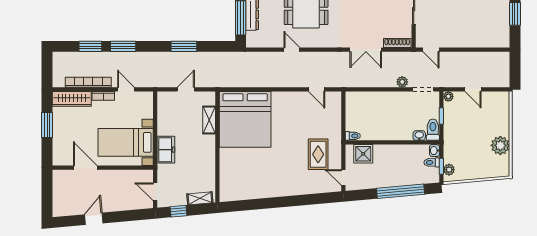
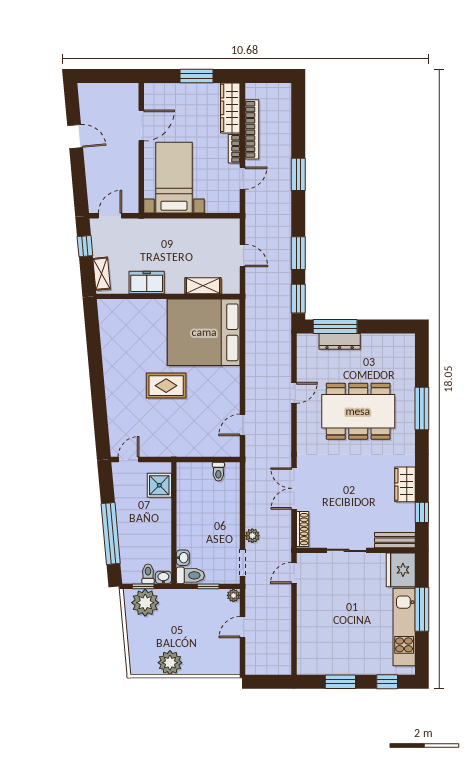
window: (90, 46) -> (298, 299), moved
toilet: (353, 136) -> (218, 472), moved
freezer: (166, 150) -> (147, 282), moved, turned 180
rug: (318, 154) -> (166, 386), moved
plant: (449, 170) -> (145, 603), width x1.87, depth x1.87

